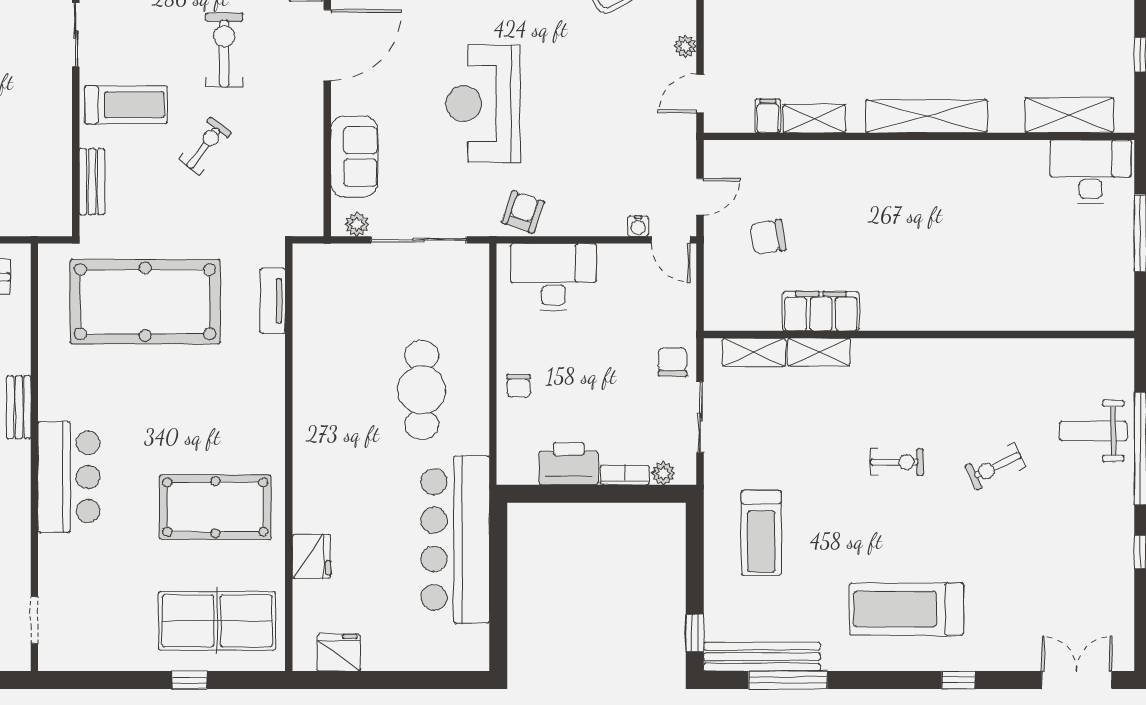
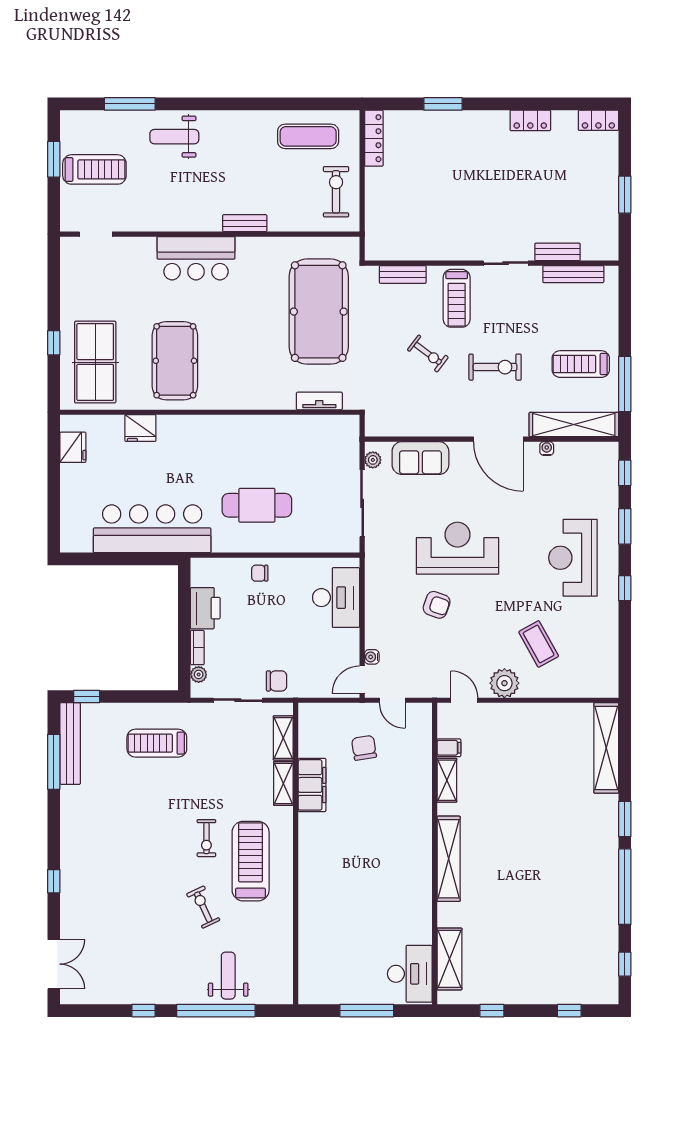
plant: (685, 46) -> (504, 683), width x1.87, depth x1.87
armchair: (523, 212) -> (437, 605), moved
treadmill: (906, 609) -> (251, 861), moved

